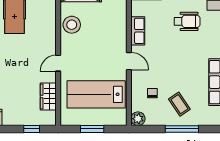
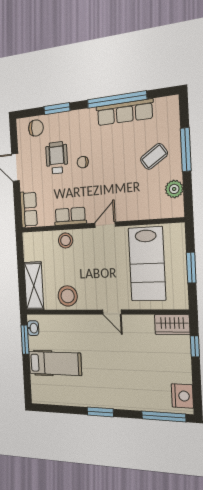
stool: (118, 25) -> (66, 240), added
chair: (152, 93) -> (83, 162), moved
wardrobe: (48, 96) -> (172, 325), moved
plant: (138, 119) -> (174, 189), moved

